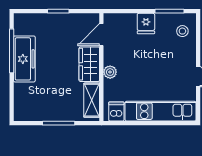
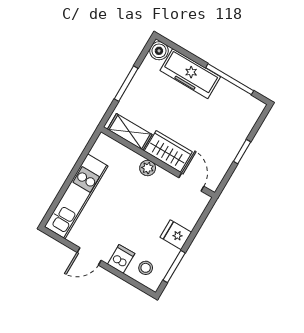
freezer: (24, 59) -> (190, 74), moved
dishwasher: (116, 111) -> (121, 259), moved, turned -90
boiler: (21, 114) -> (159, 51), added

